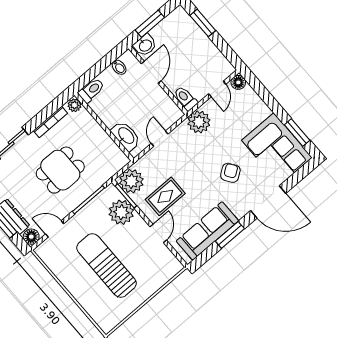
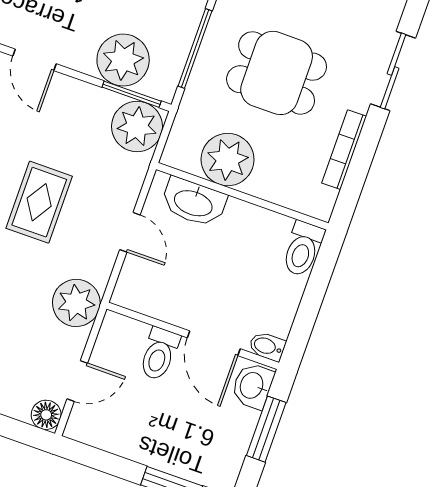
bidet: (119, 67) -> (267, 346), moved
door: (217, 89) -> (77, 381), swing flipped
toilet: (185, 98) -> (159, 354), moved, turned 90
plant: (74, 105) -> (228, 160), moved, width x1.88, depth x1.88
dining table: (60, 170) -> (277, 73), turned 90
rug: (165, 196) -> (39, 202), moved

